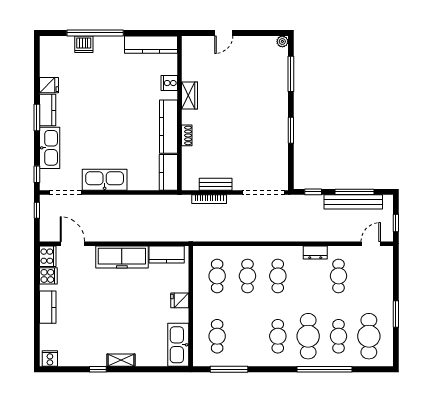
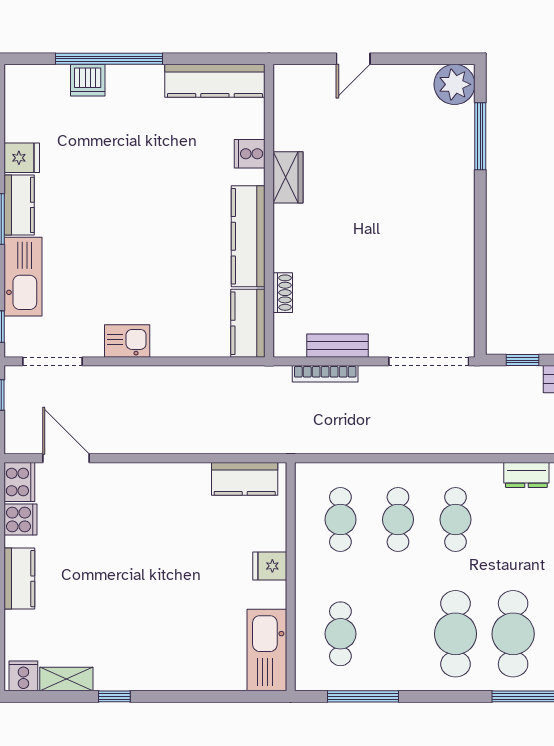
plant: (282, 41) -> (455, 84), width x1.88, depth x1.88
window: (291, 130) -> (480, 243), removed
shoe rack: (187, 135) -> (283, 293), moved
kitchen sink: (105, 180) -> (127, 341), width x0.53, depth x0.81
freezer: (122, 257) -> (160, 484), removed
cafe table: (278, 336) -> (456, 634), width x1.37, depth x1.35
shelving: (121, 360) -> (66, 679), moved

